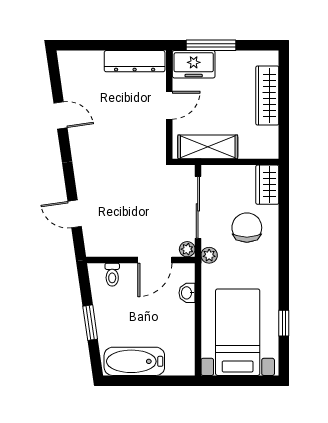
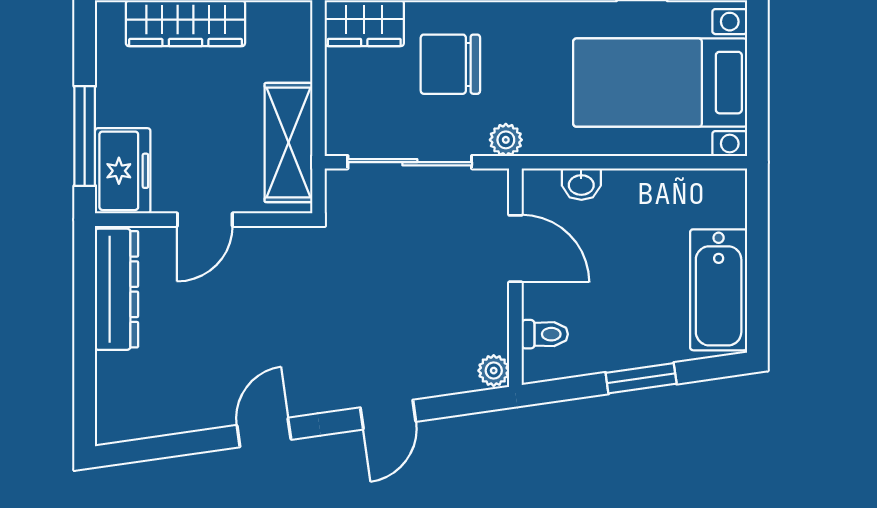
door: (169, 105) -> (205, 220), swing flipped
door: (60, 115) -> (264, 432), moved
door: (75, 214) -> (388, 415), moved
plant: (187, 249) -> (494, 371), moved

